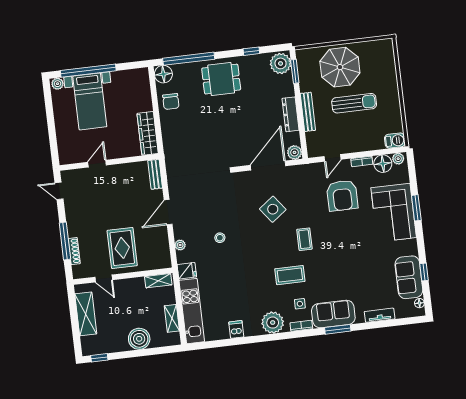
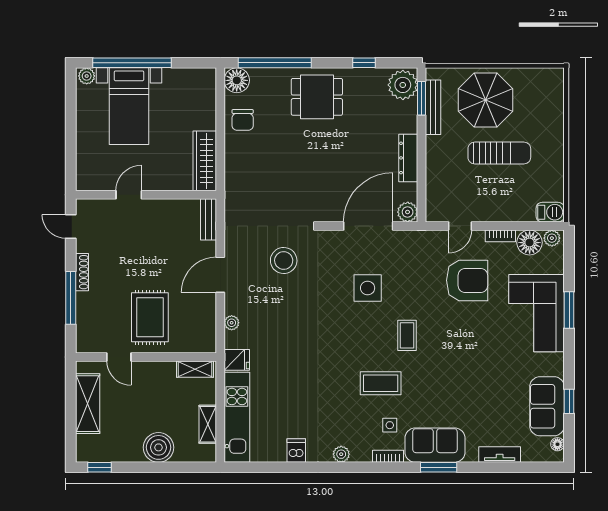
bench: (308, 112) -> (433, 107), moved
armchair: (342, 196) -> (467, 280), turned -90
side table: (273, 209) -> (368, 288), turned 37
stool: (220, 238) -> (284, 260), moved, width x1.89, depth x1.89
shoe rack: (74, 251) -> (82, 272), moved
plant: (273, 323) -> (341, 454), width x0.53, depth x0.53

